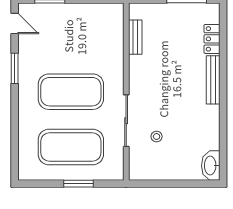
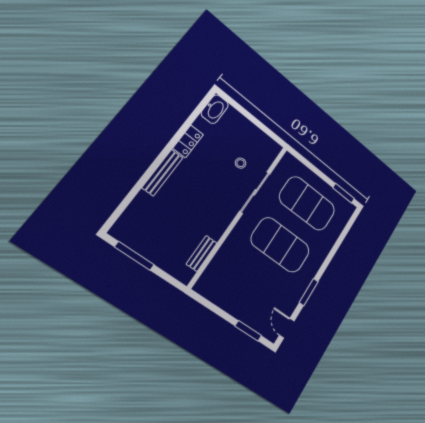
locker: (212, 39) -> (188, 141), moved
window: (79, 184) -> (344, 193), moved

